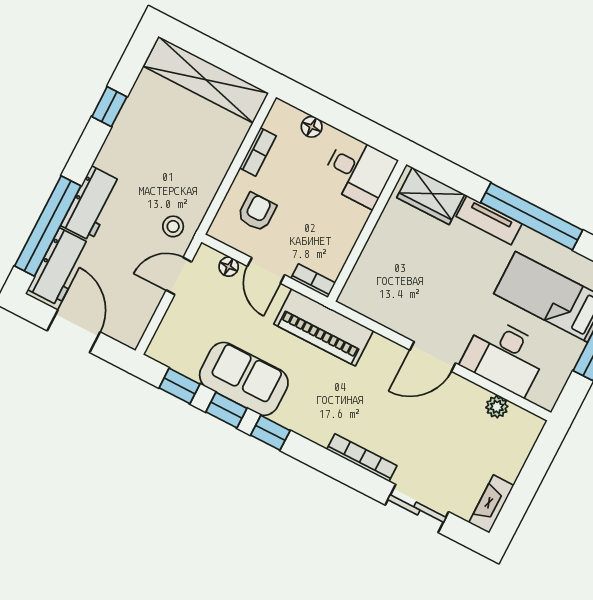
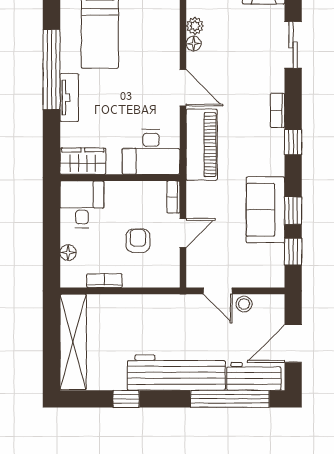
wardrobe: (431, 196) -> (83, 161), moved, turned -90
workbench: (91, 204) -> (176, 373), width x1.88, depth x1.32
armchair: (257, 212) -> (138, 241), moved, turned 90
stool: (173, 226) -> (244, 304), moved
floor lamp: (229, 267) -> (194, 44), moved
piano: (324, 327) -> (202, 145), moved
desk: (504, 356) -> (151, 152), moved, turned 90
window: (270, 433) -> (293, 142), moved
bookcase: (362, 458) -> (278, 110), width x0.64

